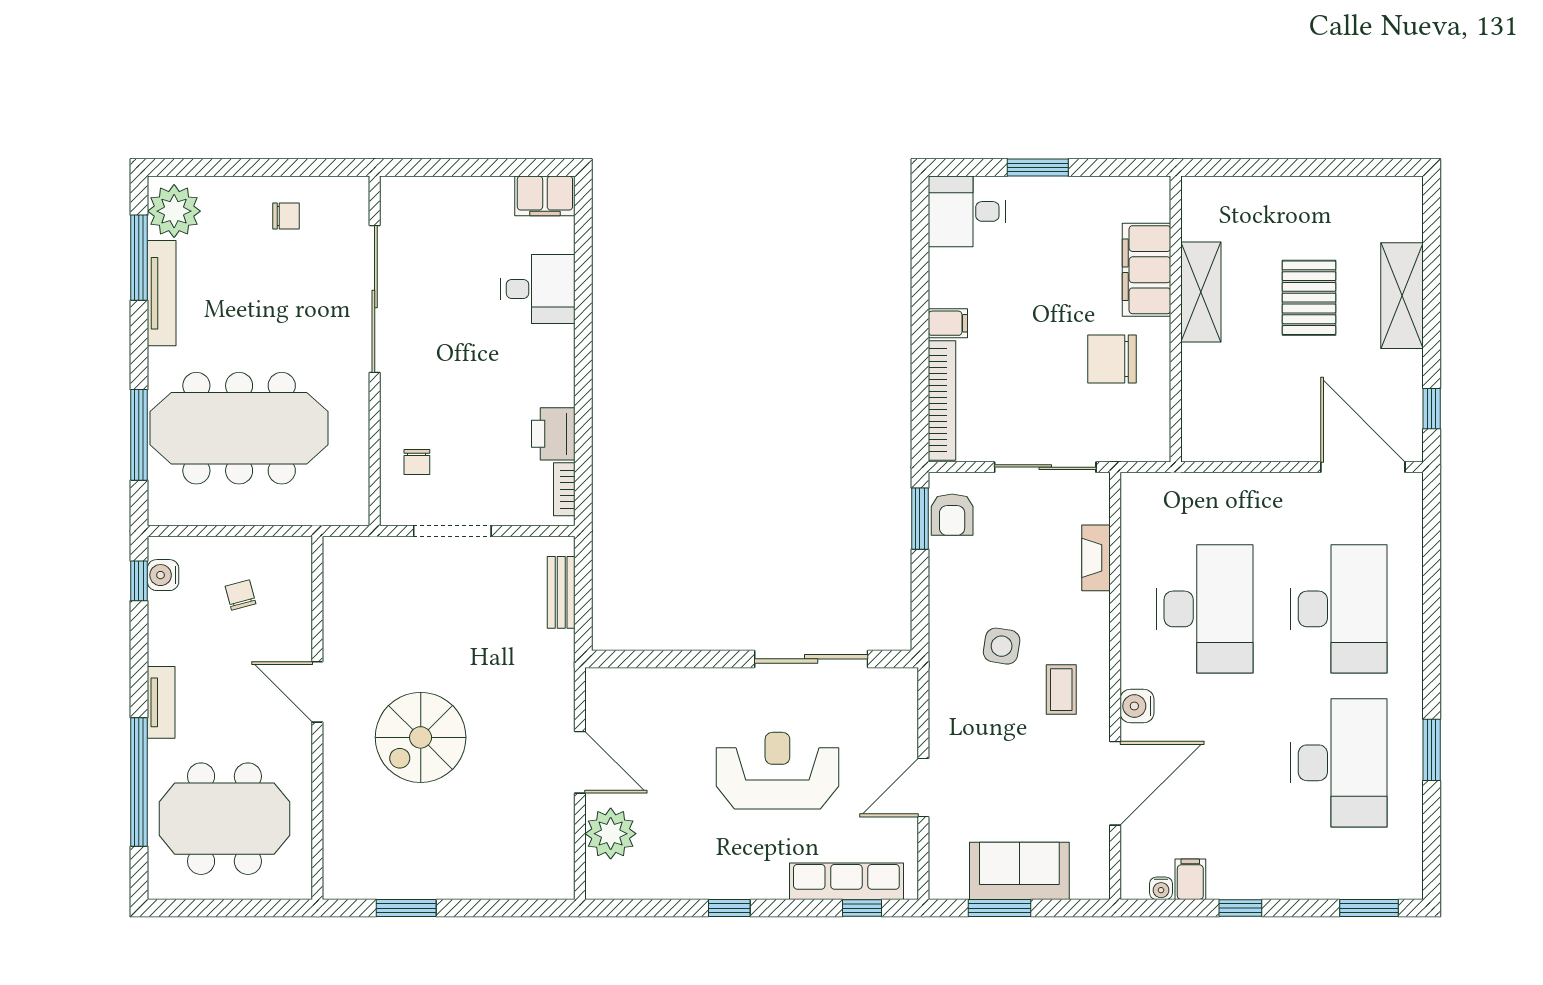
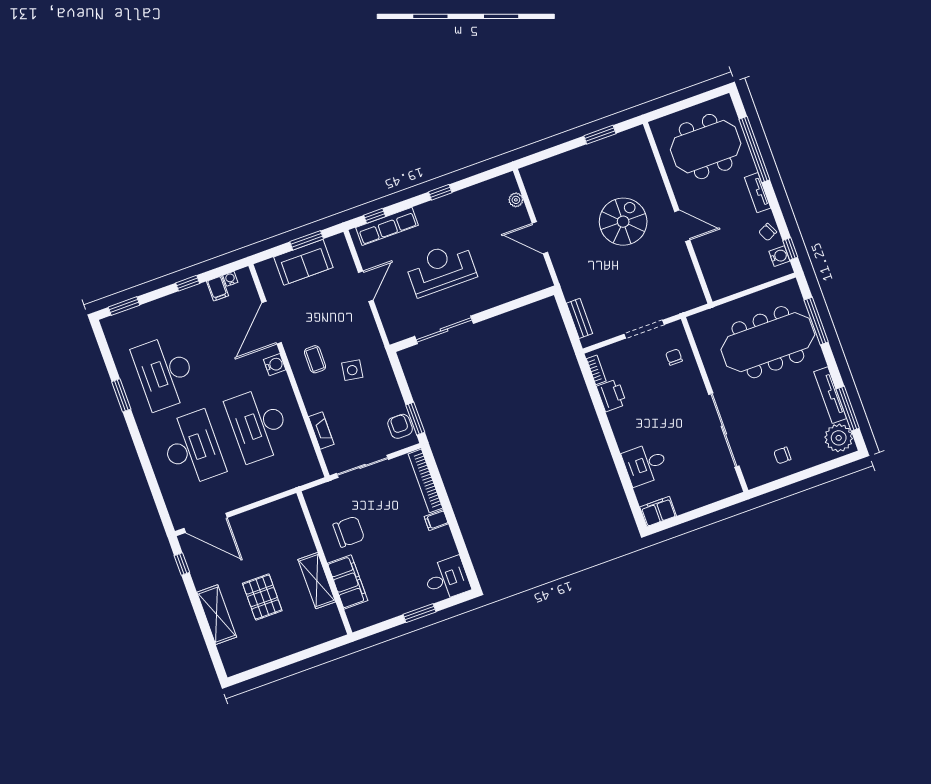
chair: (241, 595) -> (768, 232), moved, turned 79
desk: (1339, 609) -> (192, 449), turned 180
reception desk: (777, 771) -> (441, 269), turned 180
plant: (611, 834) -> (516, 200), width x0.53, depth x0.53

